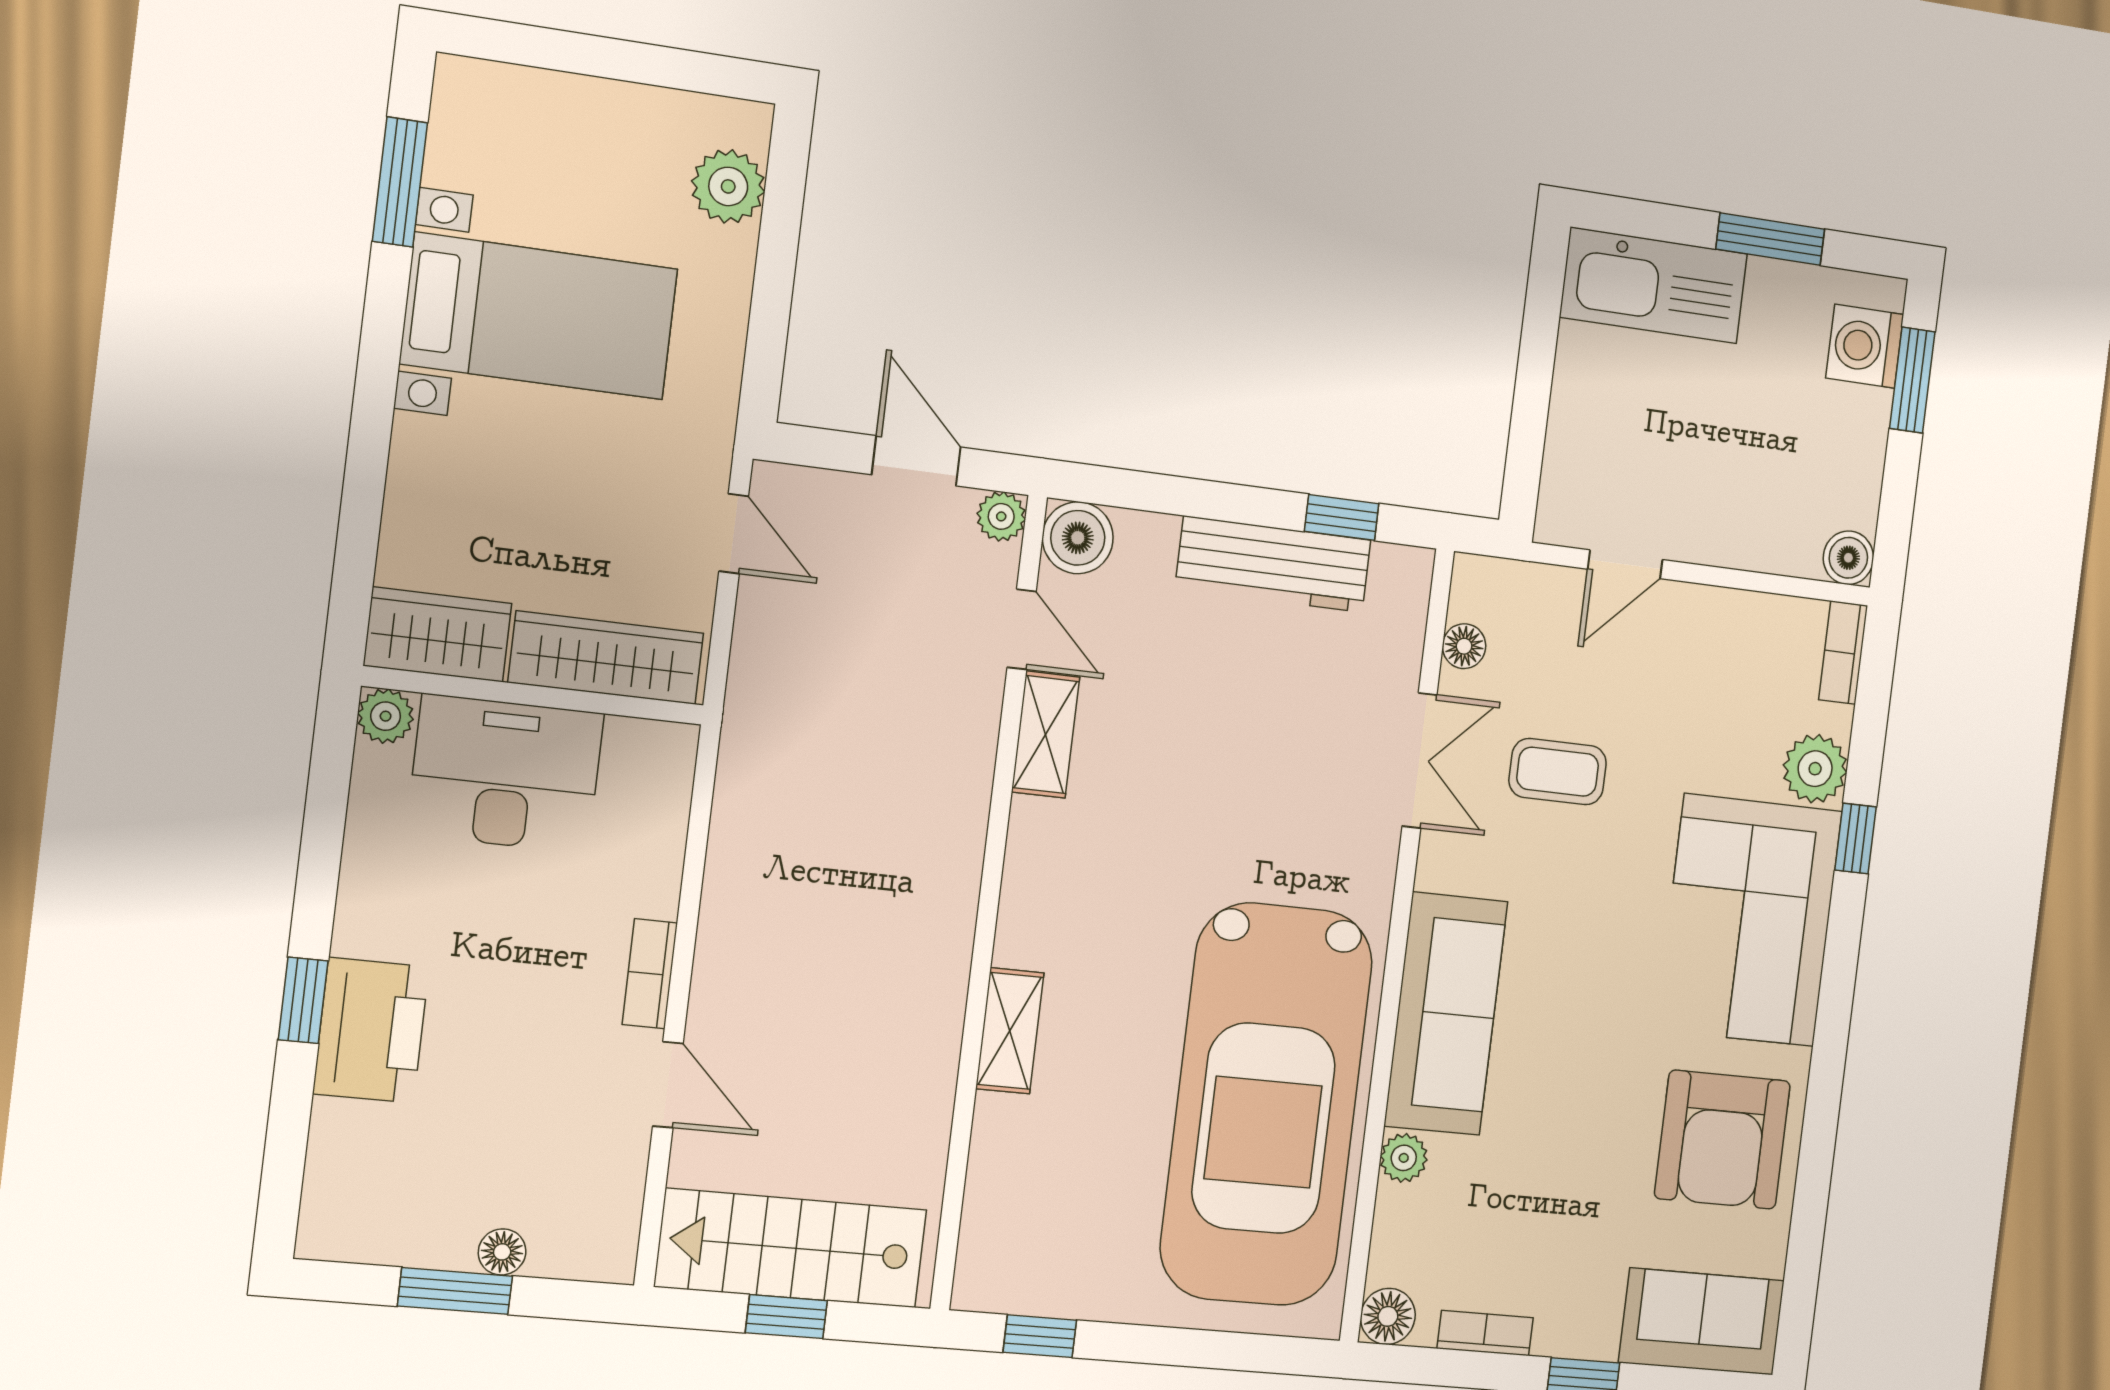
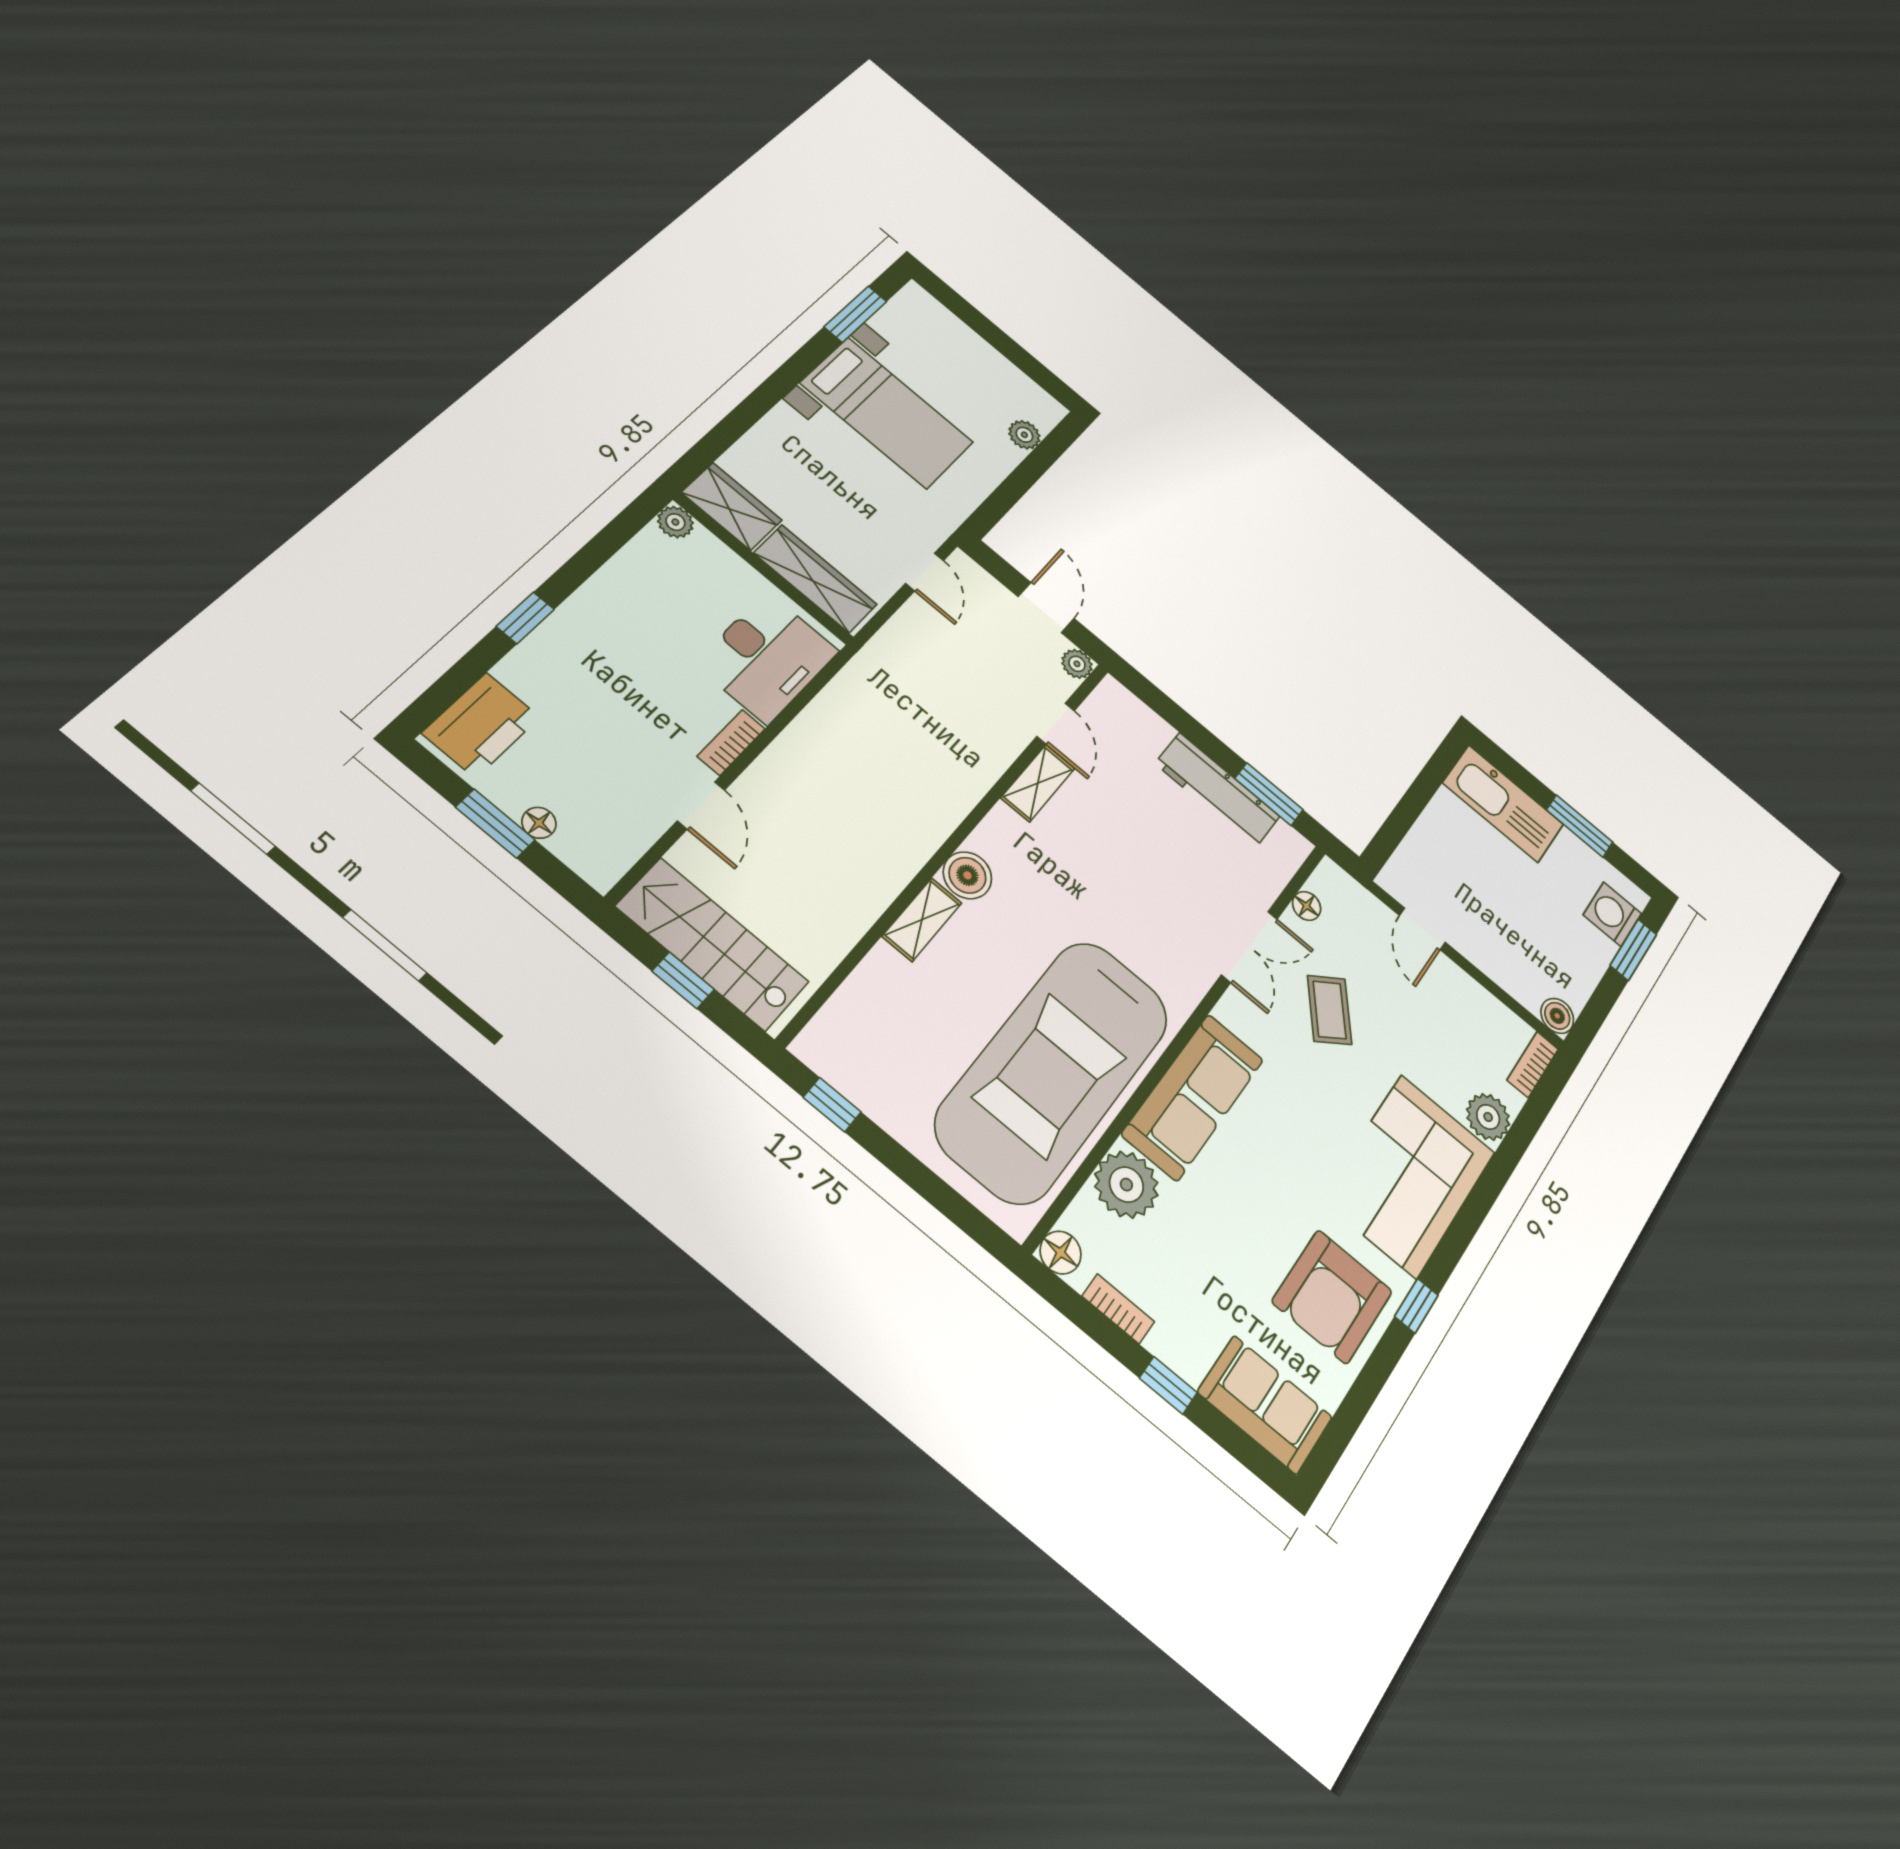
plant: (728, 186) -> (1024, 435), width x0.73, depth x0.73
window: (1342, 517) -> (1269, 794), width x1.50
boiler: (1078, 538) -> (967, 875), moved
door: (1625, 564) -> (1422, 929), hinge flipped
coffee table: (1558, 772) -> (1330, 1010), turned 52
desk: (505, 774) -> (767, 657), moved, turned 90
window: (1856, 839) -> (1416, 1306), moved
printer: (371, 1030) -> (481, 725), moved
plant: (1404, 1158) -> (1126, 1185), width x1.87, depth x1.87

